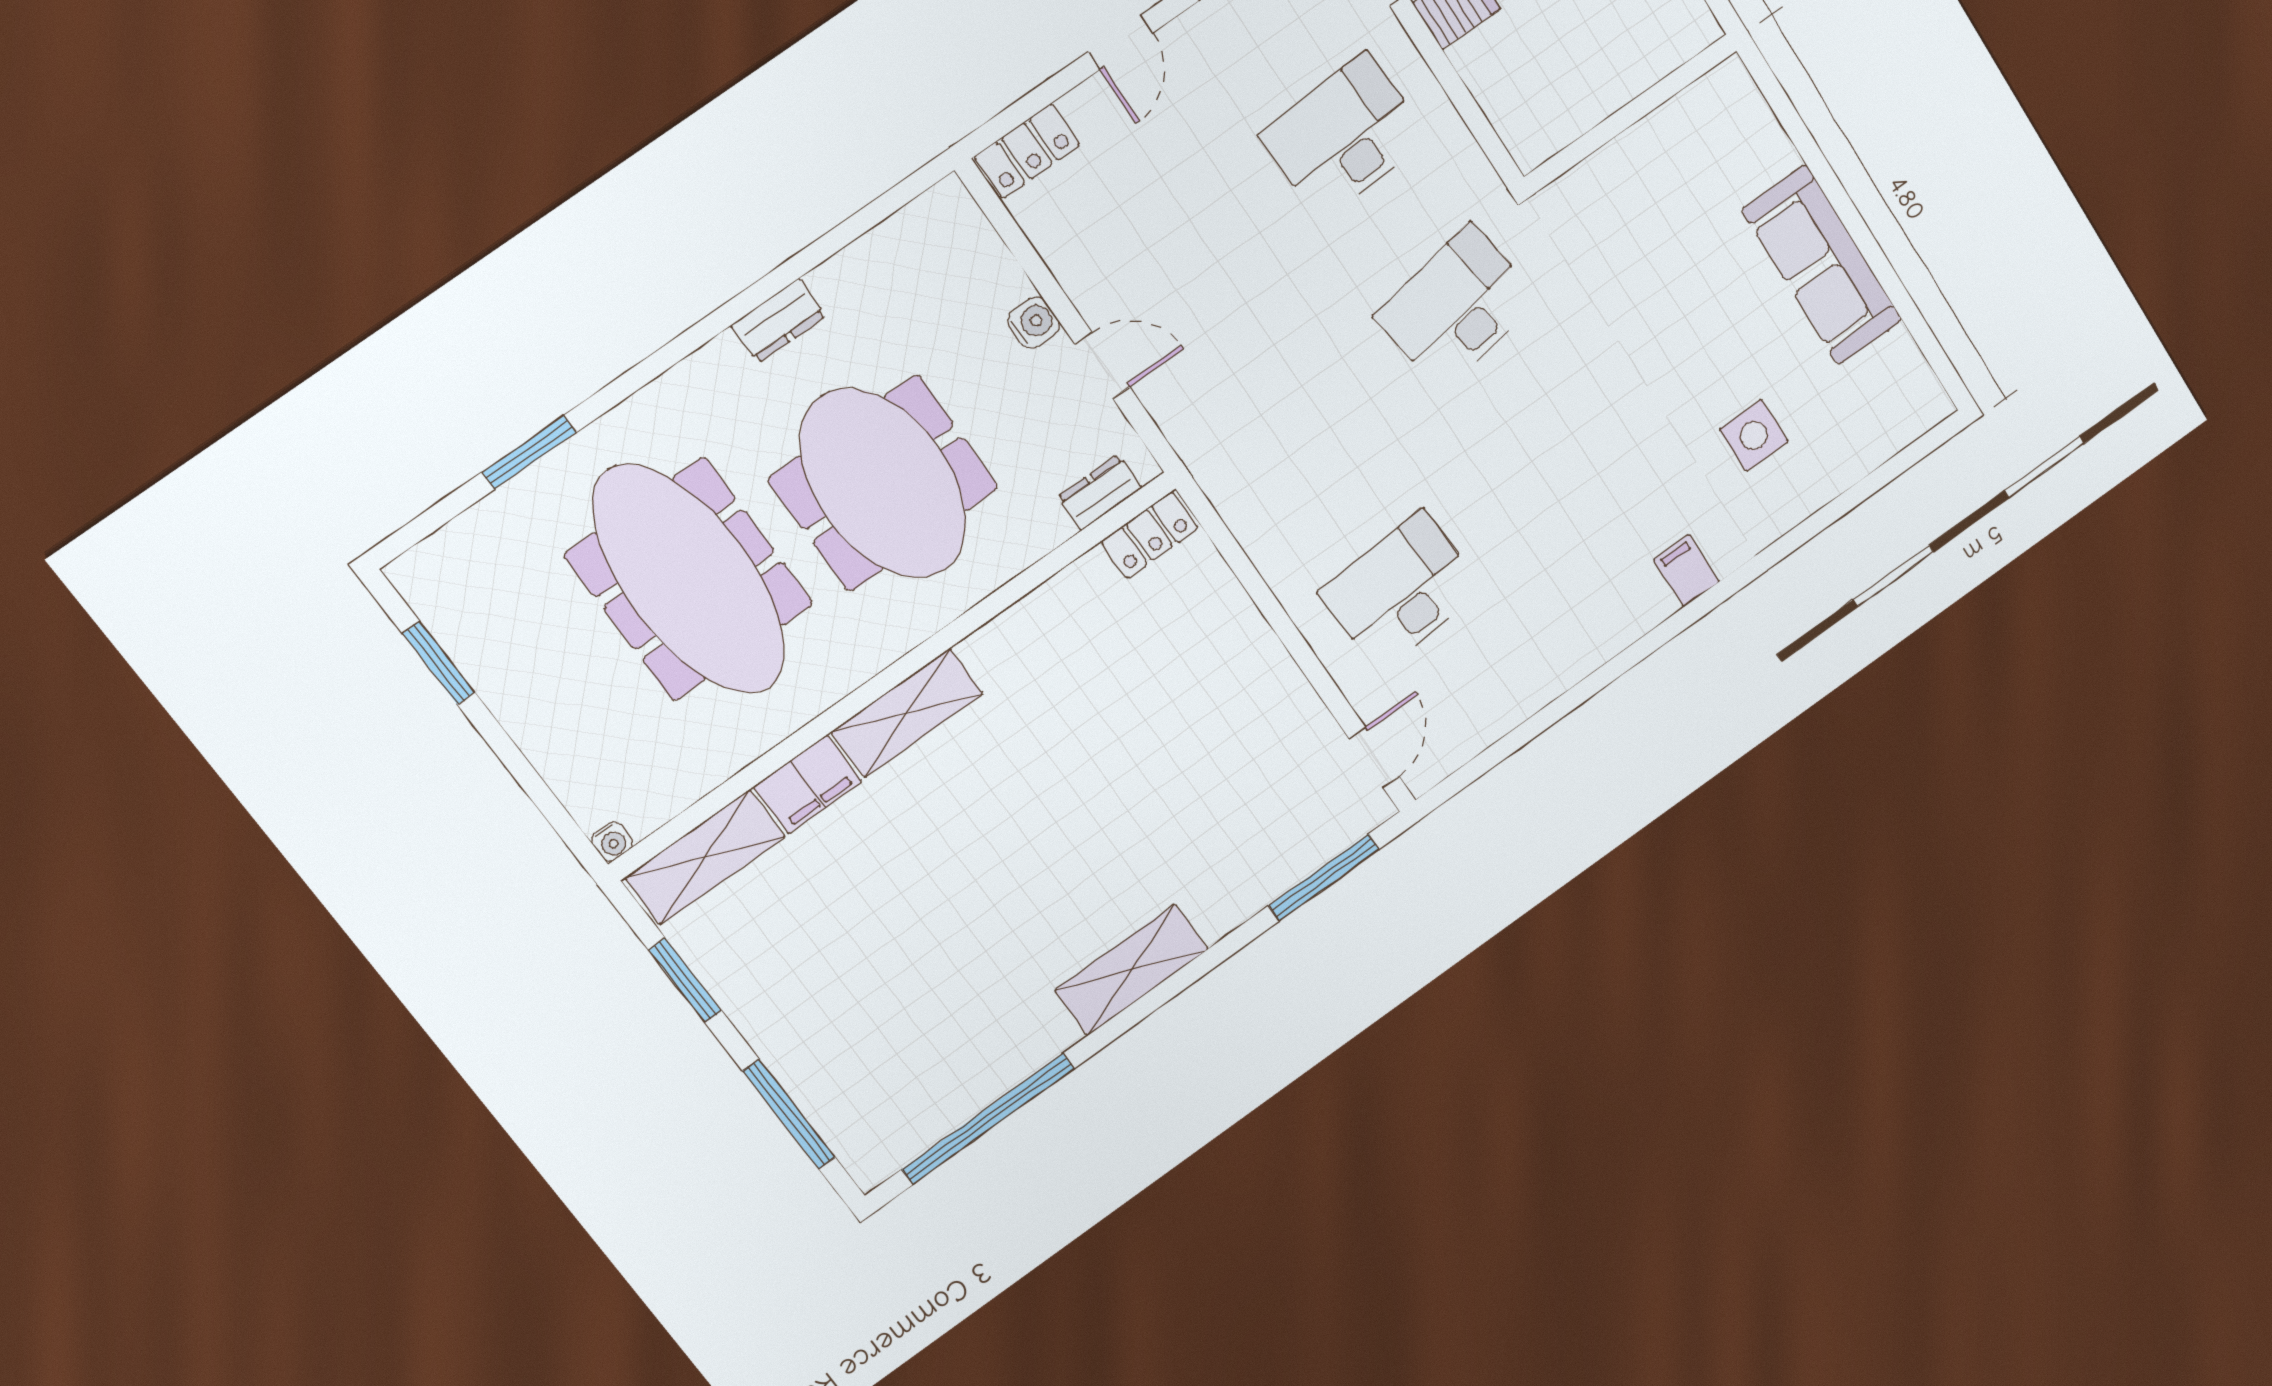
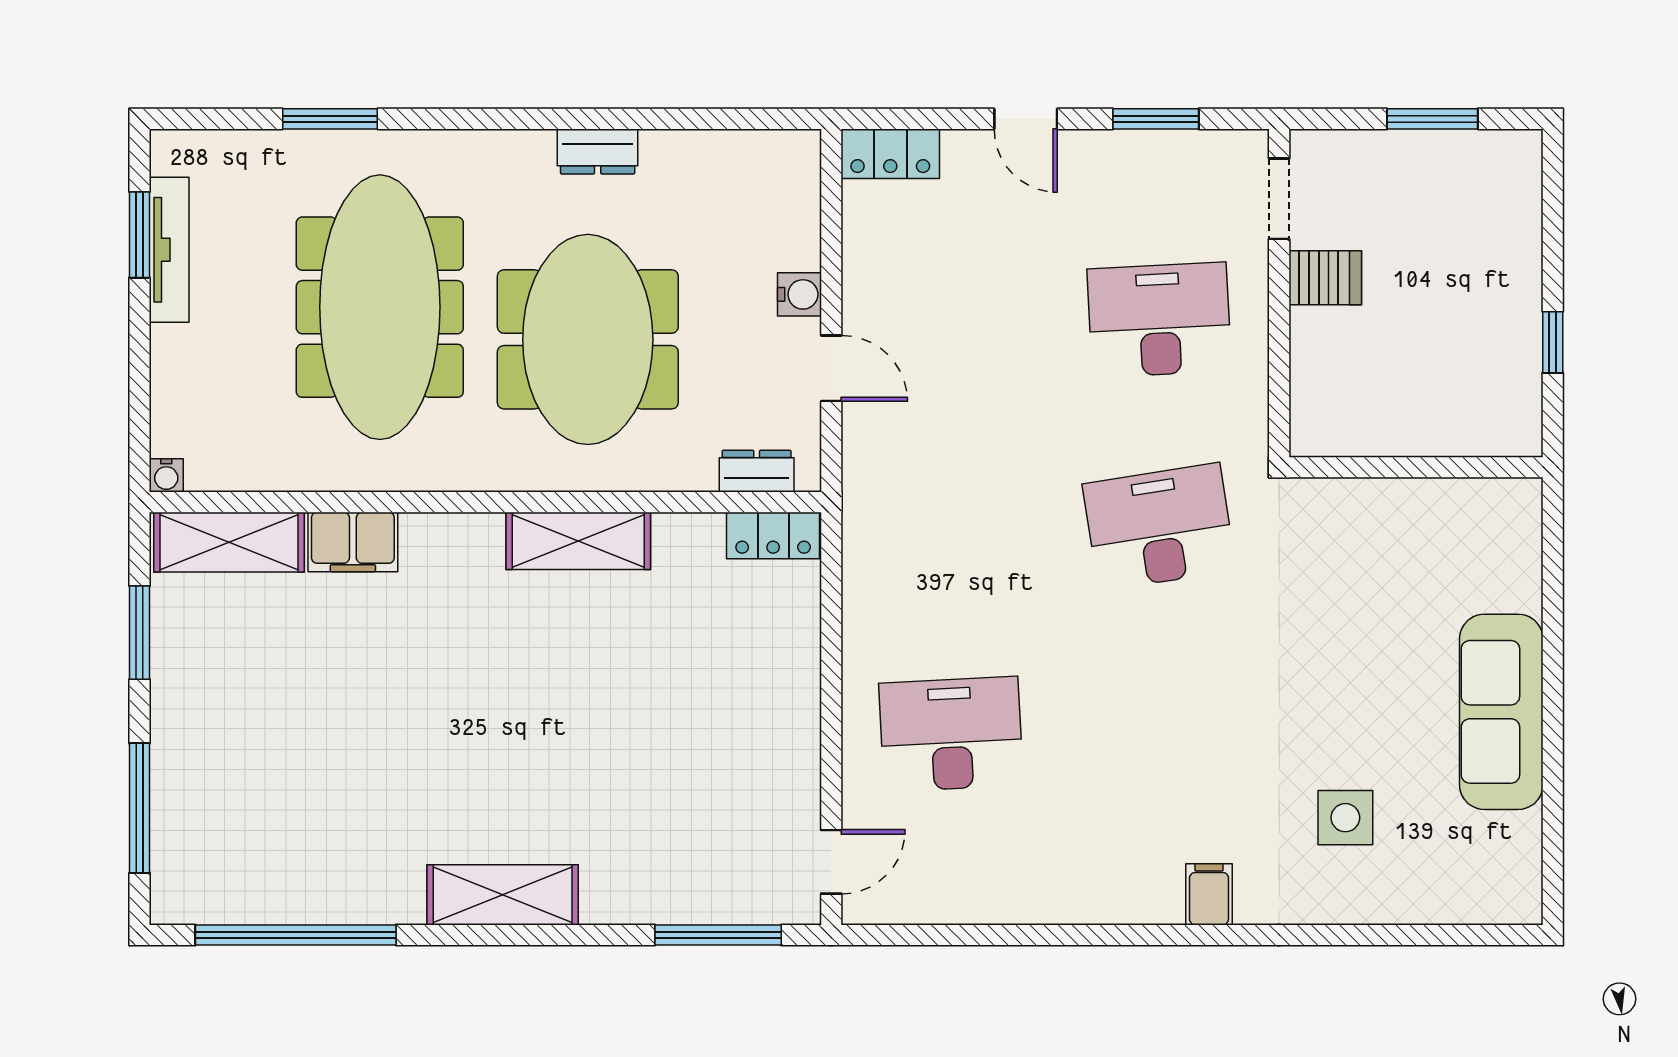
door: (1120, 42) -> (1026, 119), hinge flipped
tv unit: (474, 658) -> (169, 250), added
shelving: (907, 713) -> (578, 541), moved

